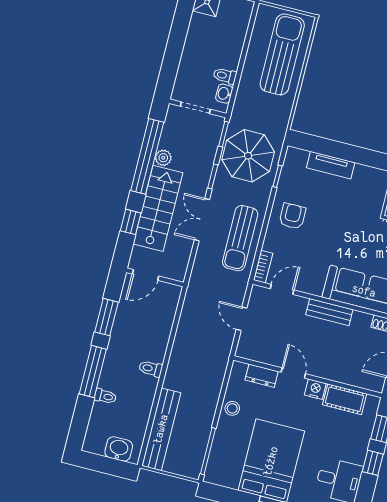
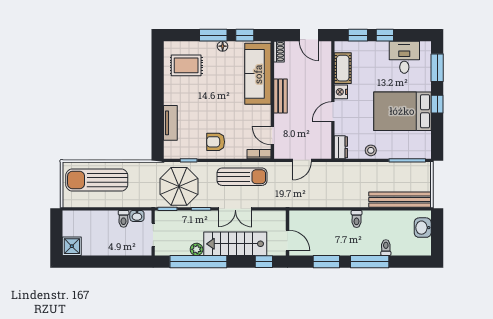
window: (131, 222) -> (264, 262), moved
dresser: (262, 376) -> (341, 147), moved

